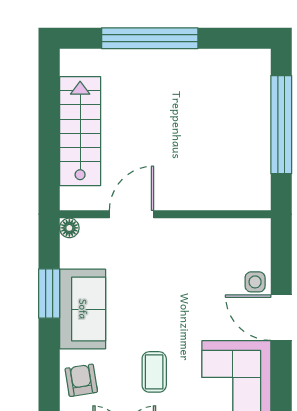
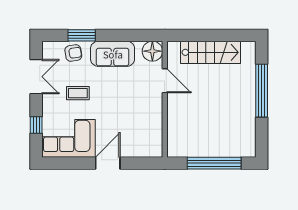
floor lamp: (69, 228) -> (152, 51), width x1.89, depth x1.89
side table: (255, 282) -> (127, 149), removed
window: (49, 293) -> (82, 35), moved

